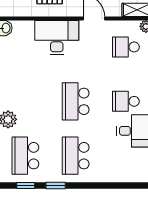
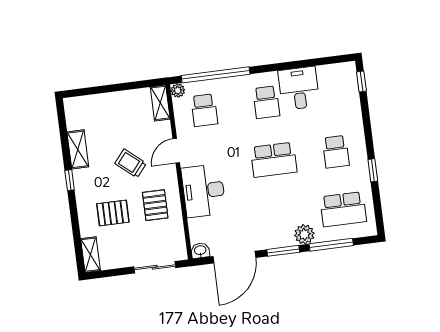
school desk: (76, 156) -> (336, 152), width x0.54
window: (26, 185) -> (361, 82), moved

